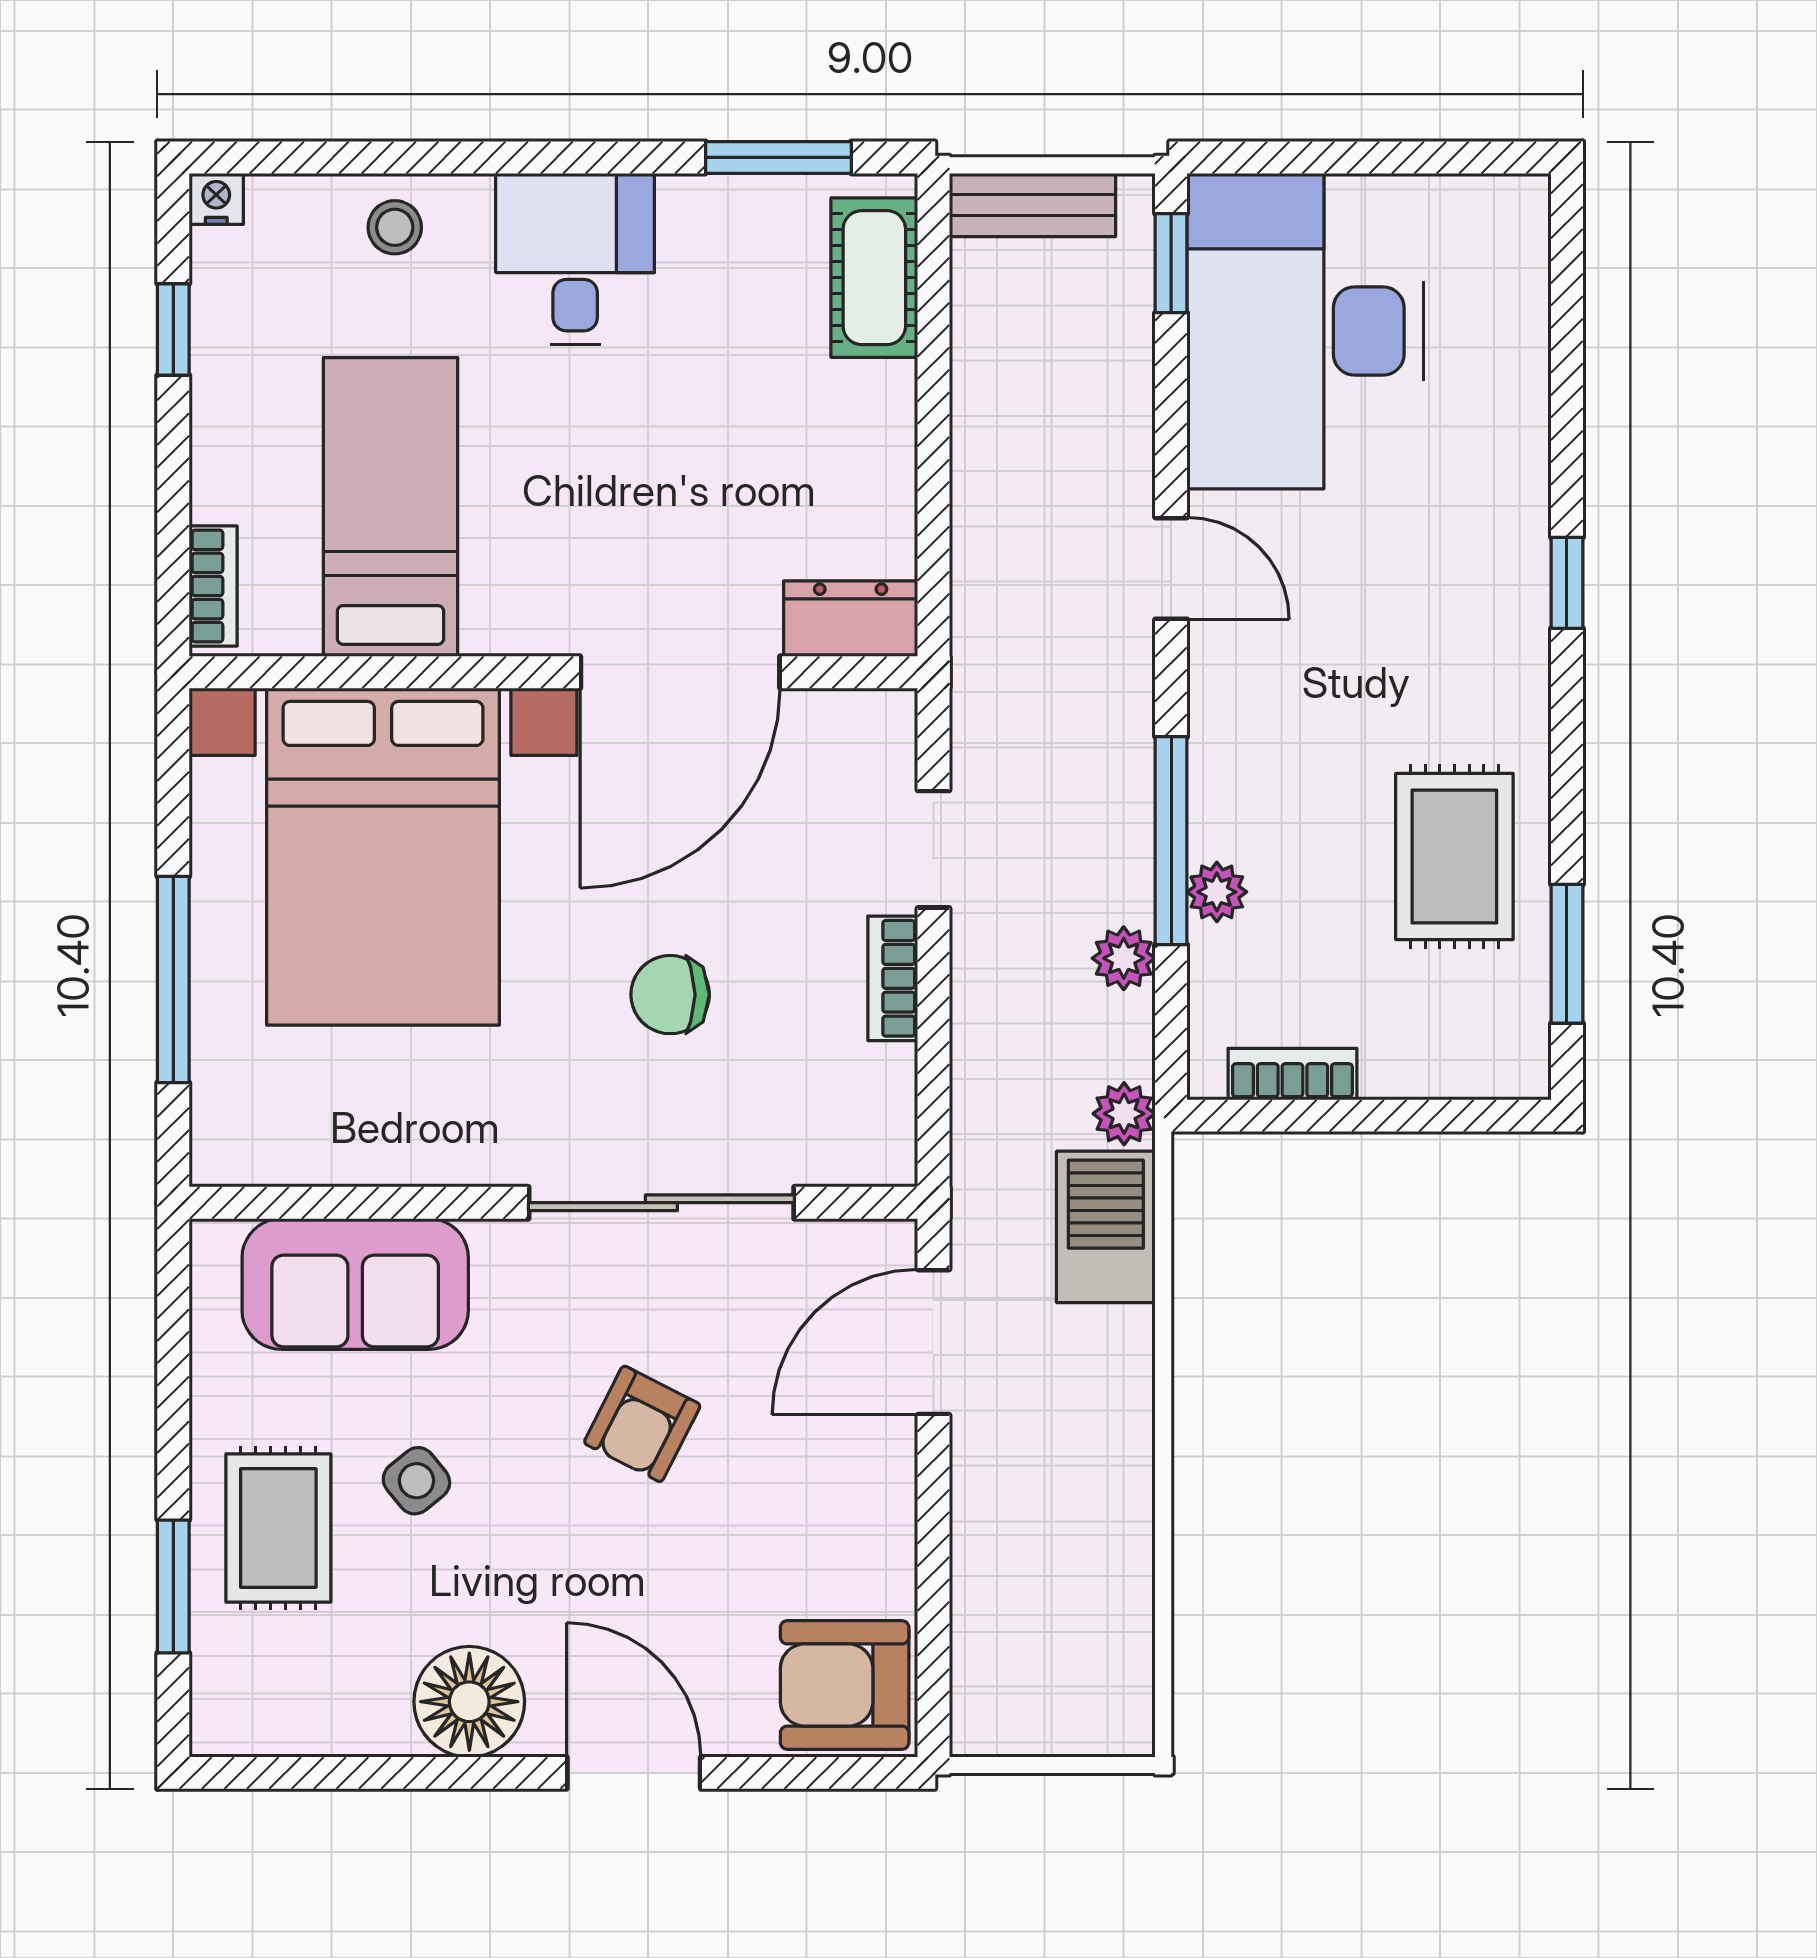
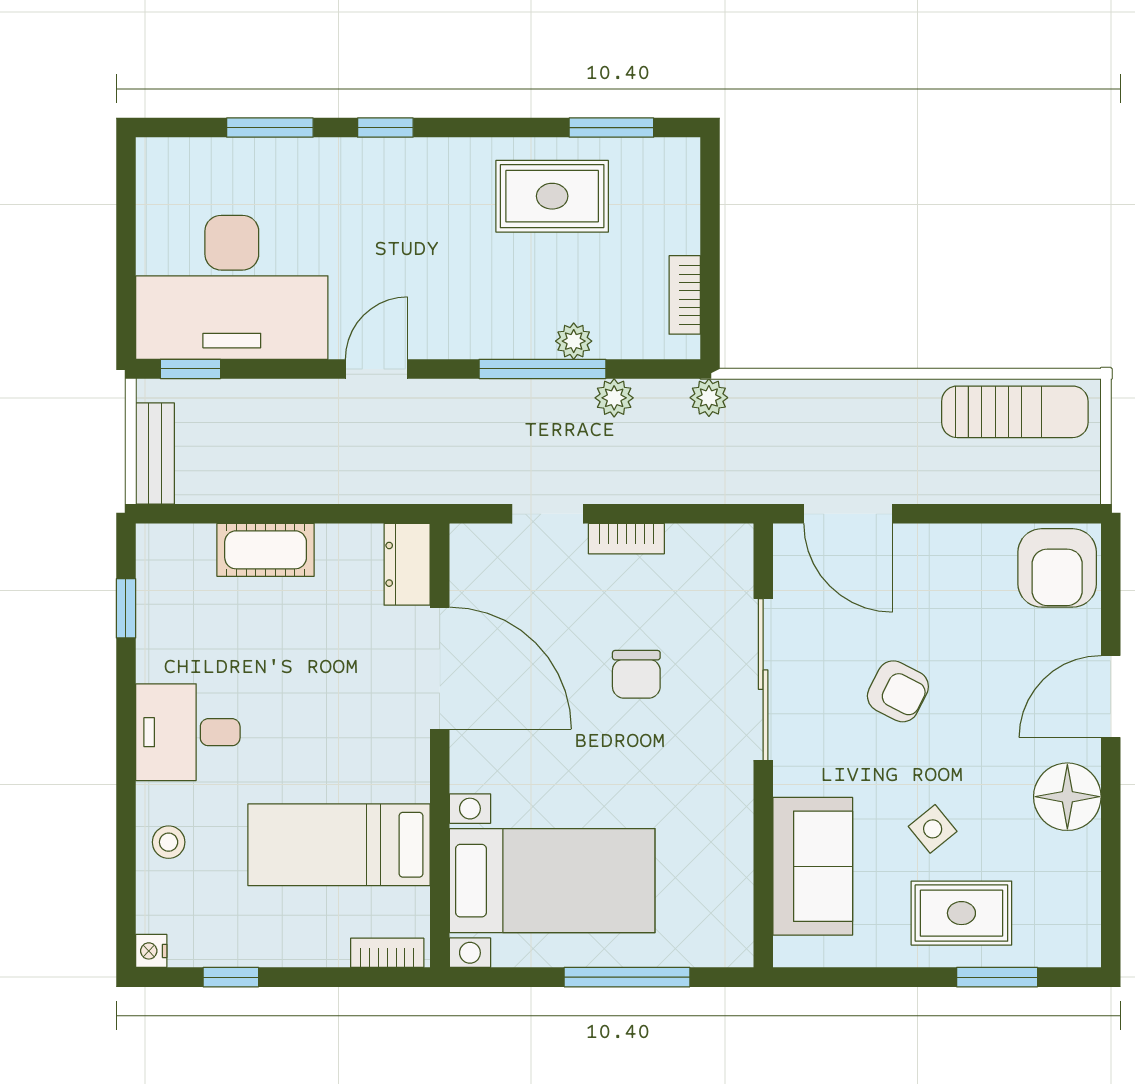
window: (778, 157) -> (126, 608), width x0.67
cot: (874, 278) -> (266, 550), moved
window: (1567, 393) -> (270, 128), added
bed with nightstands: (383, 857) -> (552, 881), width x0.73
barbecue: (1106, 1227) -> (778, 409), removed
sun lounger: (1101, 1616) -> (1015, 412), added

